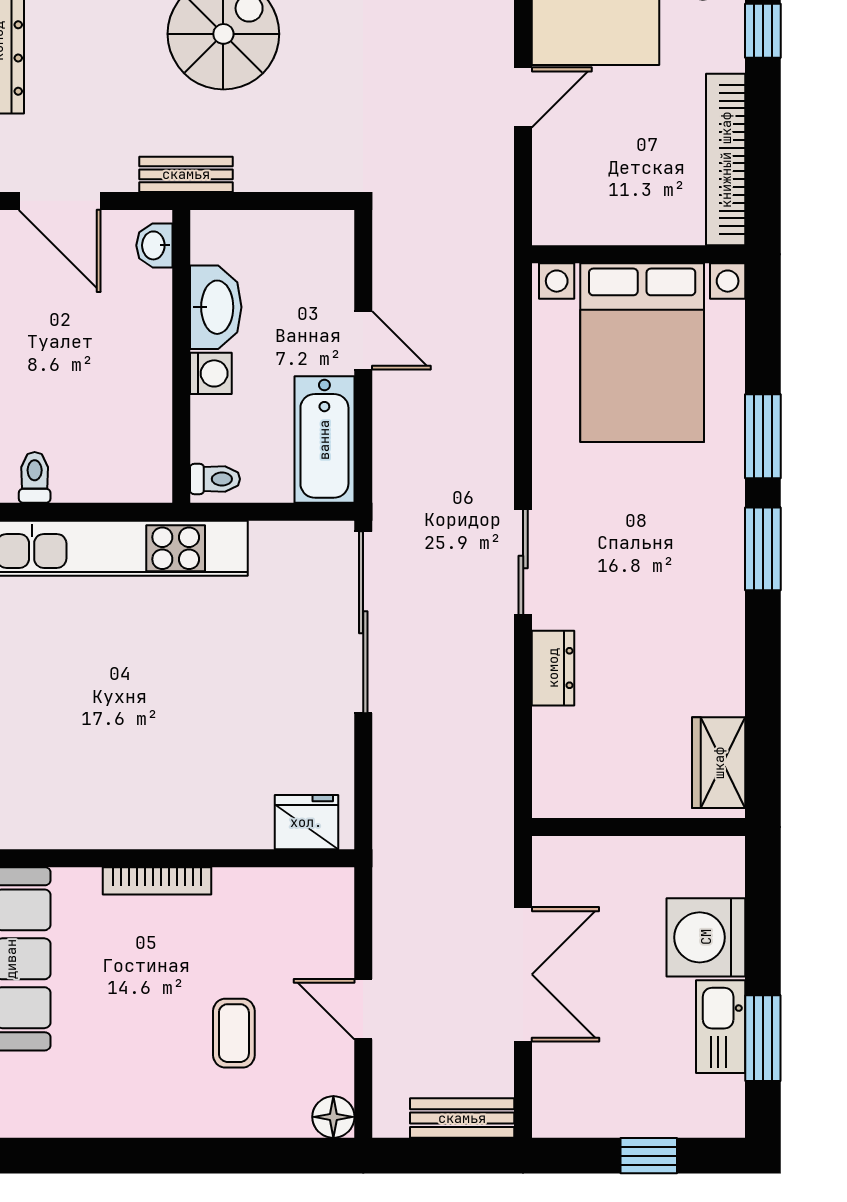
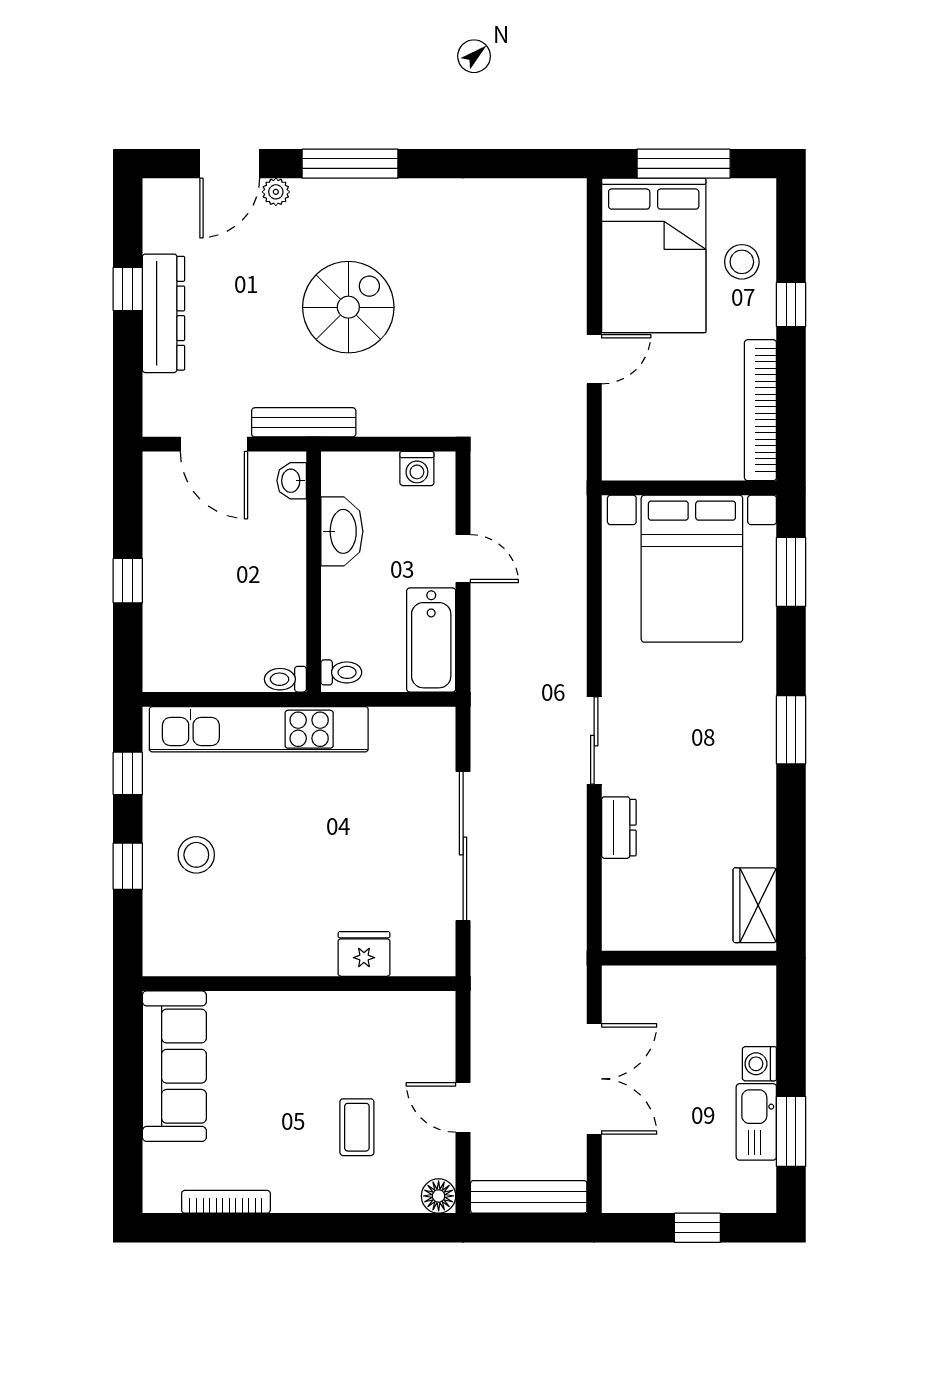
bench: (186, 174) -> (304, 422), width x1.36
washing machine: (211, 373) -> (417, 469), moved, turned 90
window: (763, 436) -> (791, 572), moved
toilet: (35, 477) -> (285, 679), moved, turned -90
sliding door: (363, 622) -> (463, 846), moved
stool: (38, 701) -> (196, 855), added
fridge: (306, 822) -> (364, 954), moved
bookcase: (157, 881) -> (226, 1202), moved, turned 180
washing machine: (706, 937) -> (759, 1064), width x0.53, depth x0.53
bench: (462, 1118) -> (529, 1197), width x1.36

